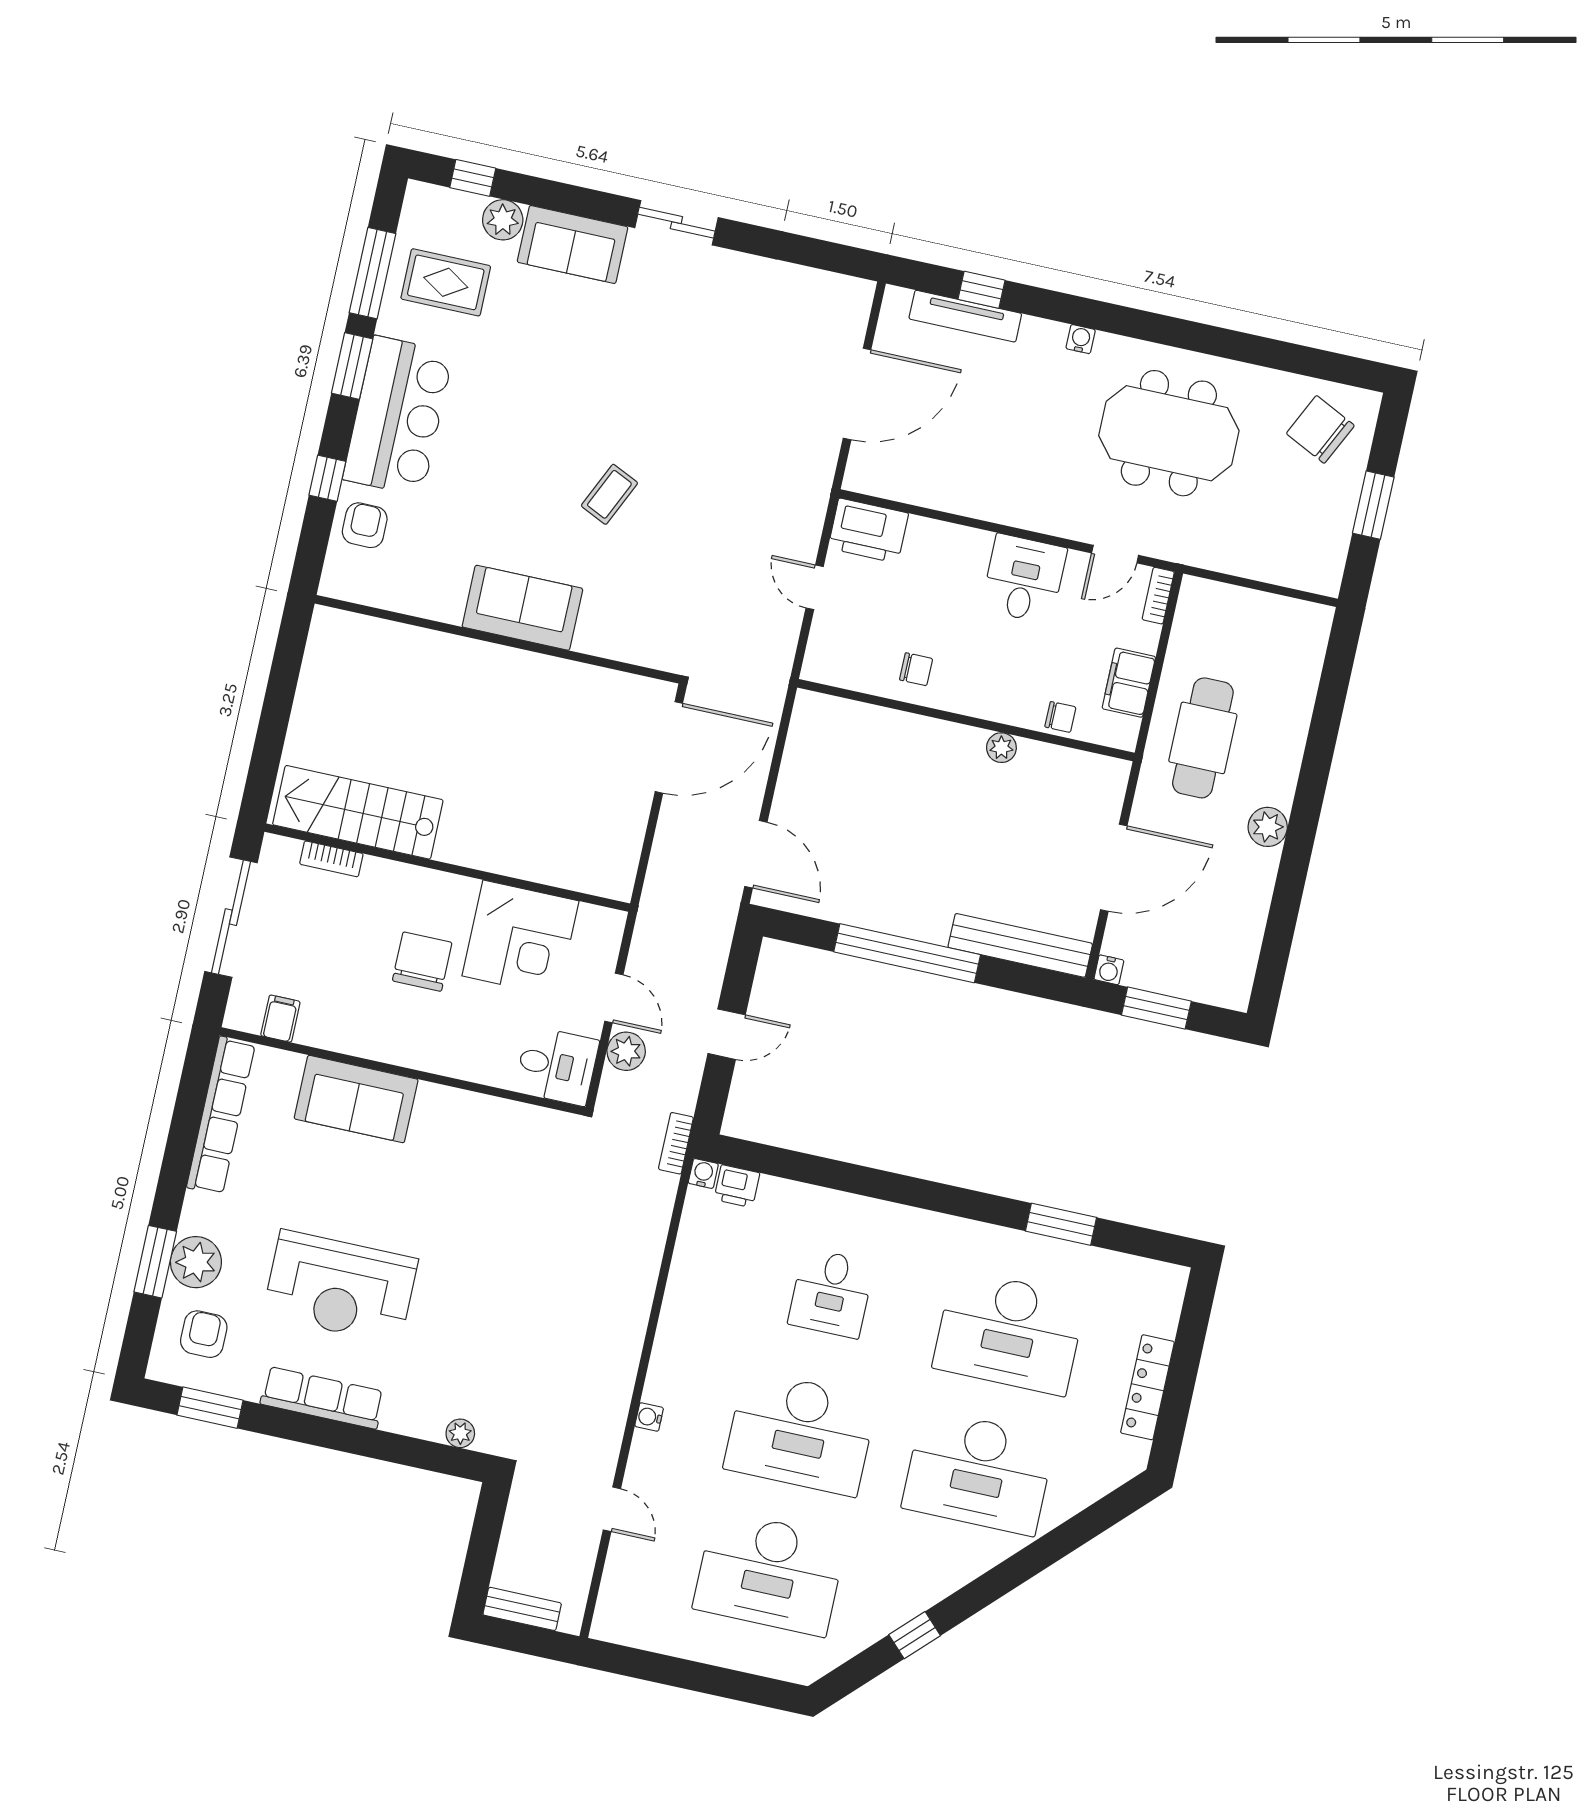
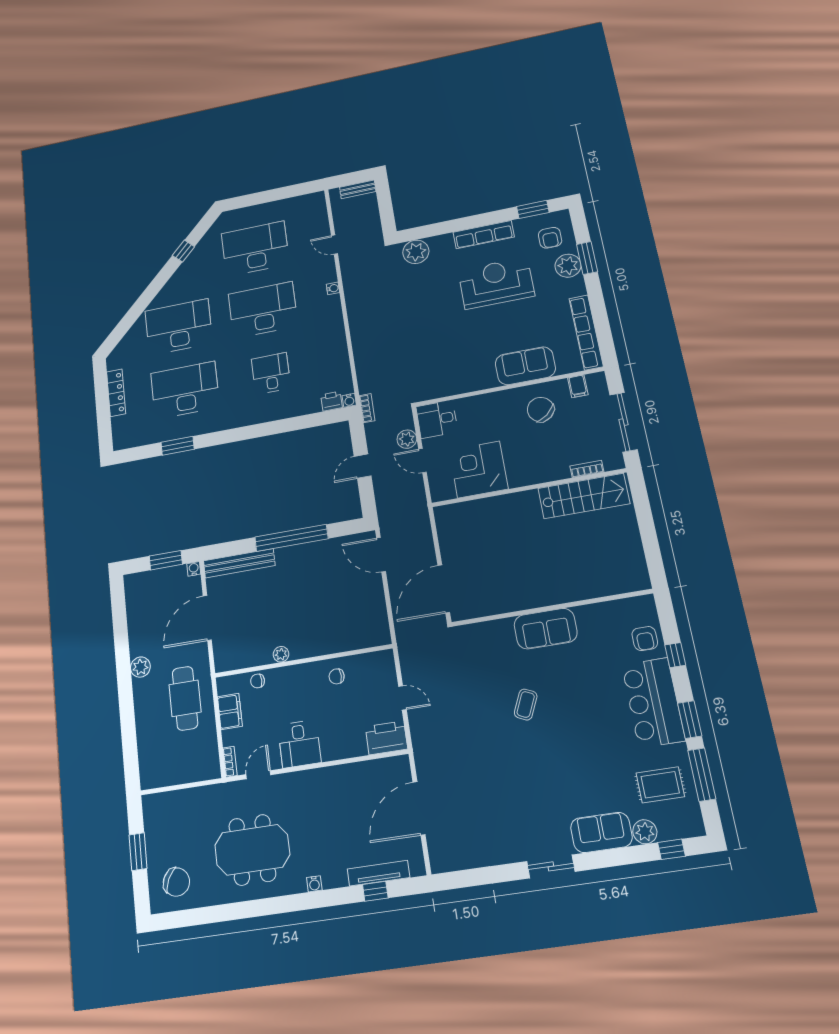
chair: (422, 962) -> (541, 409), moved, turned 141
plant: (460, 1433) -> (416, 252), width x1.88, depth x1.88

